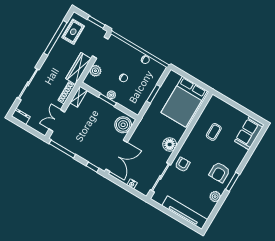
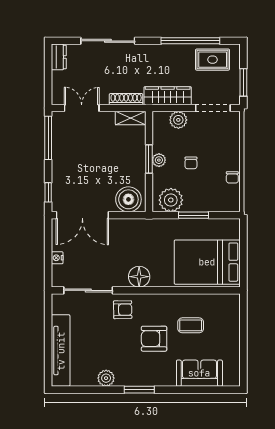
plant: (137, 101) -> (171, 200), added
sofa: (249, 133) -> (199, 373), moved
armchair: (220, 172) -> (154, 339), moved

